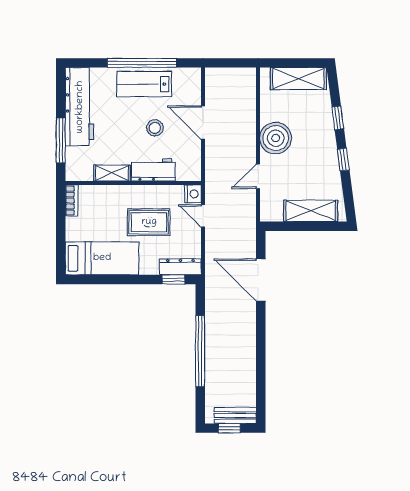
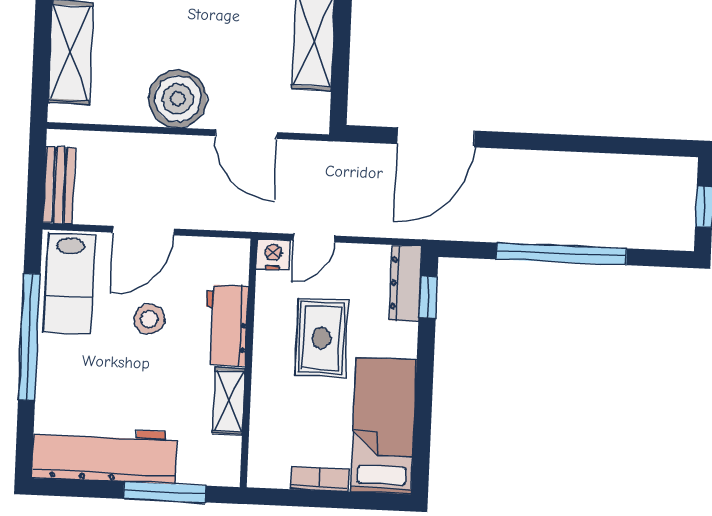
lab bench: (144, 84) -> (69, 284), moved
door: (258, 176) -> (246, 134), width x1.38
bookcase: (72, 201) -> (320, 479), moved
bench: (235, 416) -> (59, 185), moved

